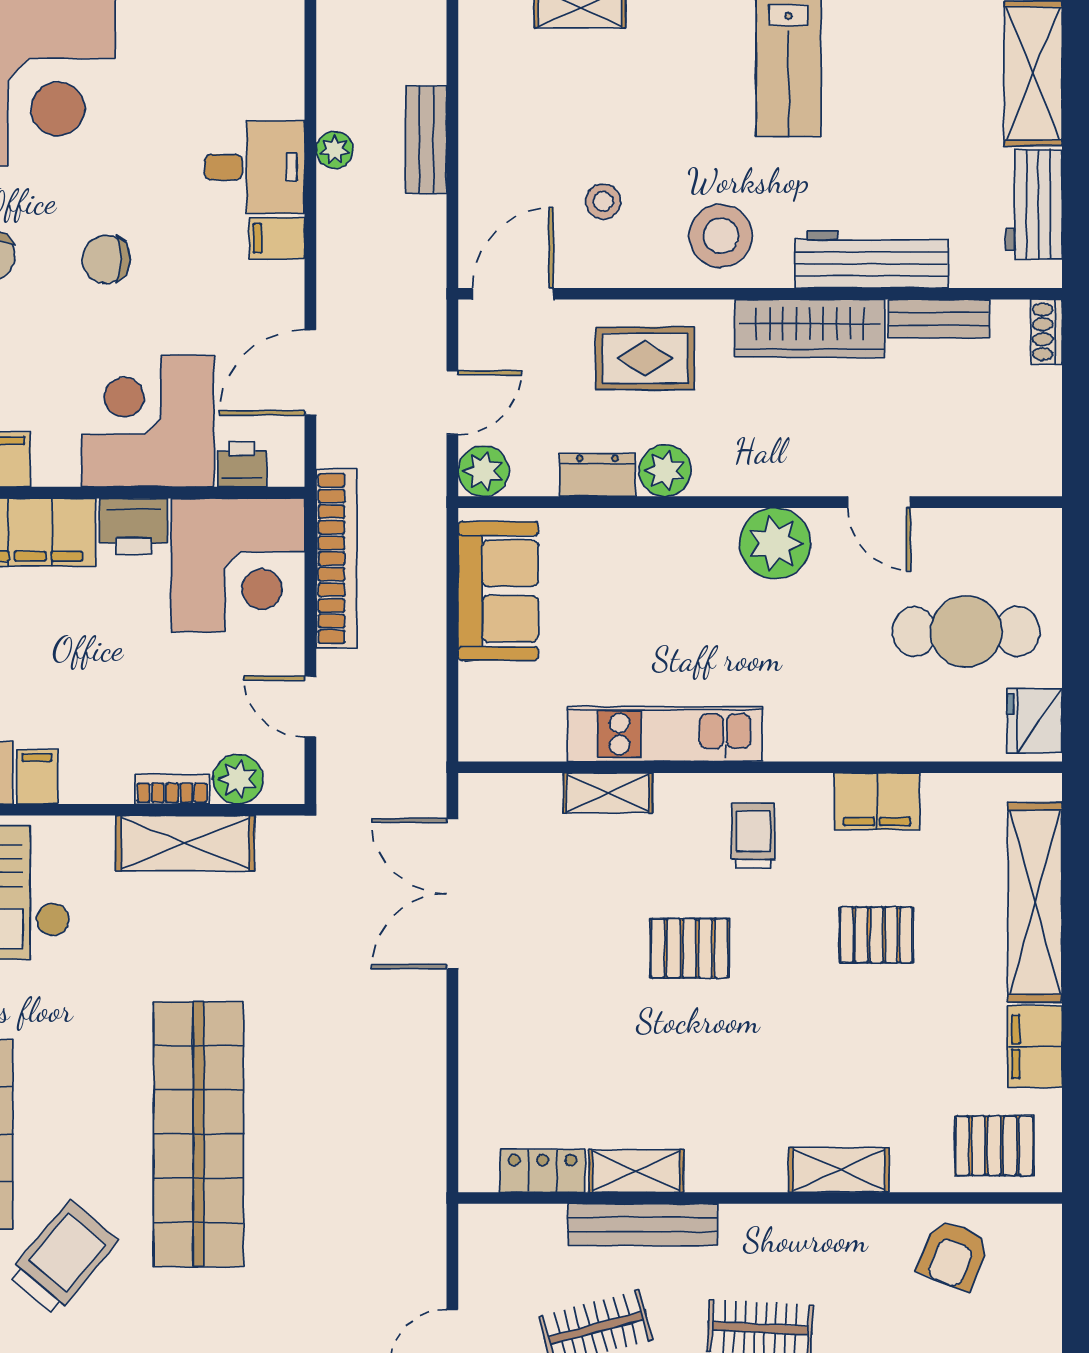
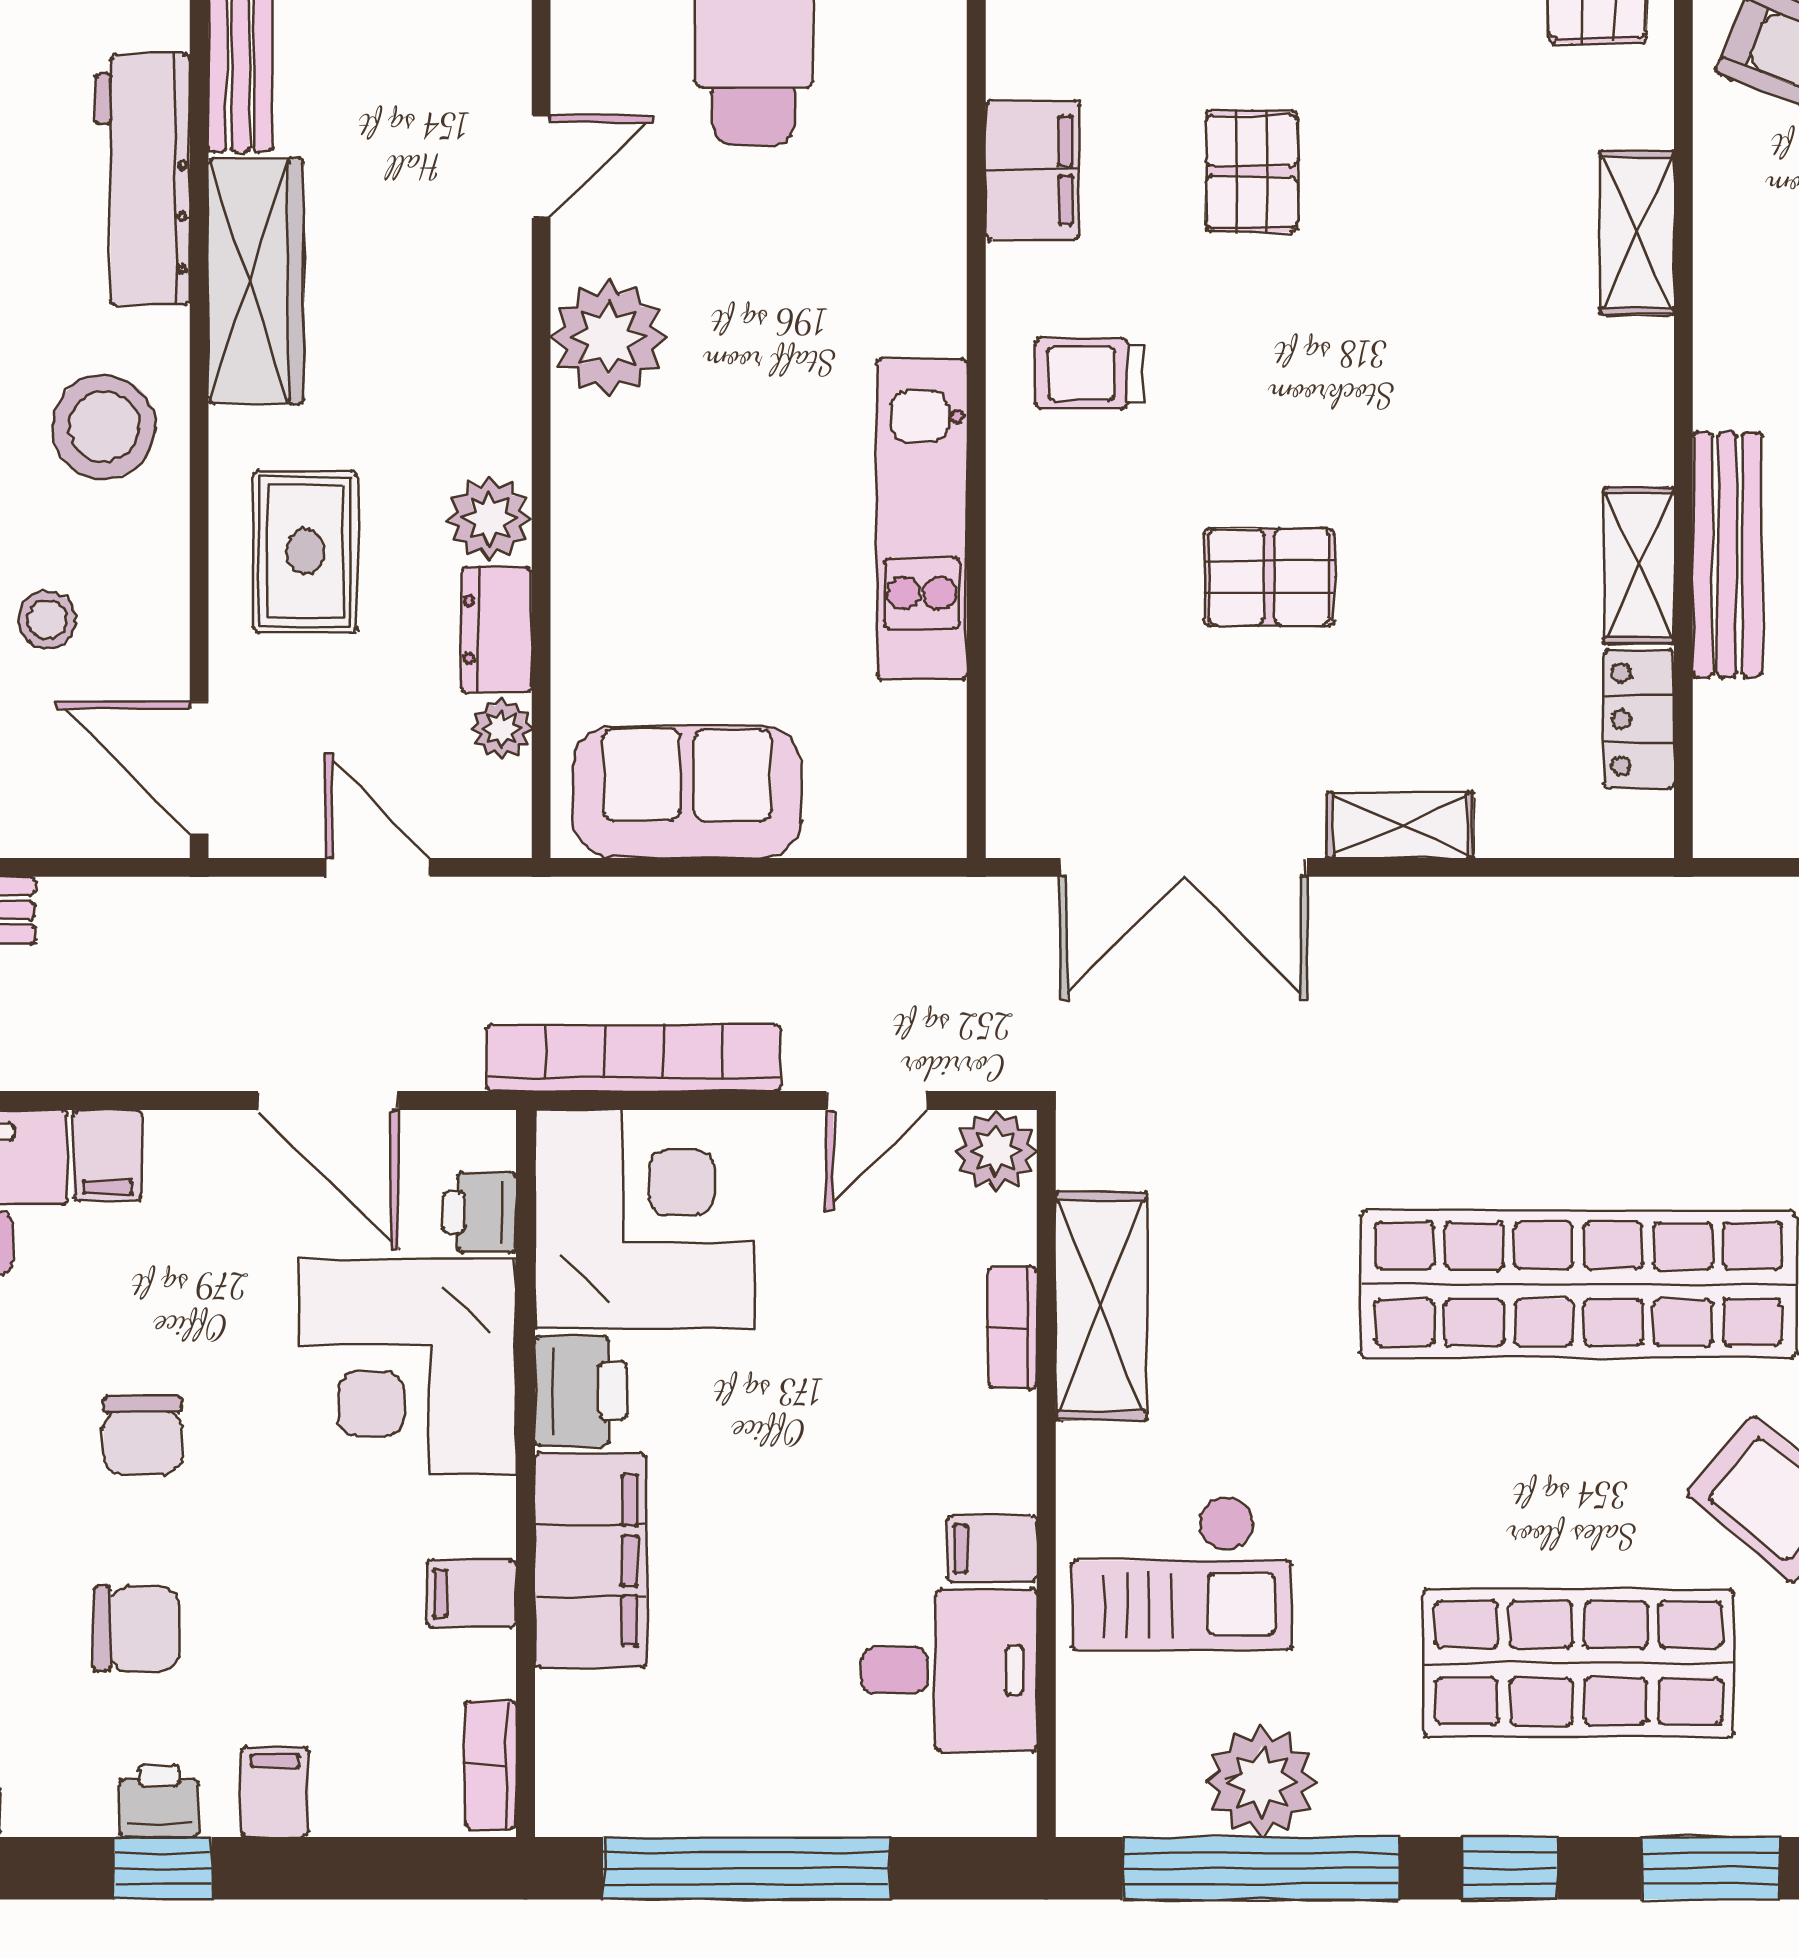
plant: (483, 471) -> (501, 729), moved, width x0.73, depth x0.73
plant: (238, 779) -> (996, 1151), moved
shelving: (608, 793) -> (1400, 825), moved, turned 90
pallet: (690, 948) -> (1269, 577), moved, turned 90

